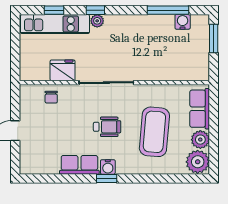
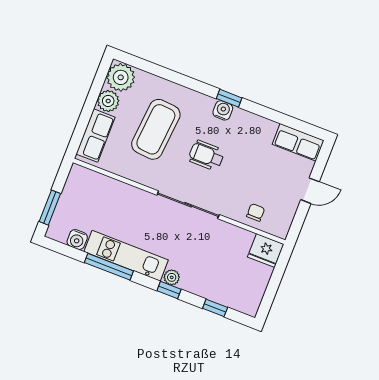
window: (168, 10) -> (109, 267), moved
kitchen unit: (55, 24) -> (126, 256), moved
fridge: (63, 70) -> (266, 251), moved
row of seats: (79, 165) -> (298, 142), moved

